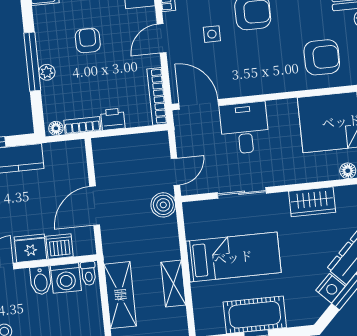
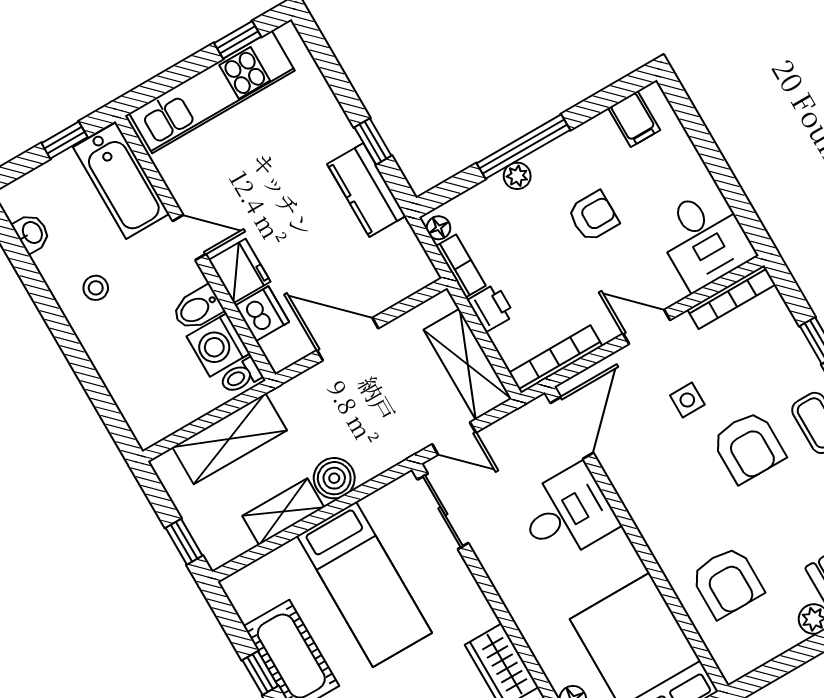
shelving: (138, 146) -> (468, 364), added
sliding door: (242, 193) -> (443, 511), moved
boiler: (163, 205) -> (334, 478), moved

